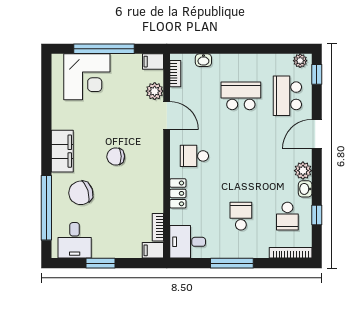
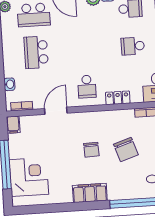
plant: (155, 91) -> (37, 122), removed
chair: (81, 193) -> (126, 149), moved

